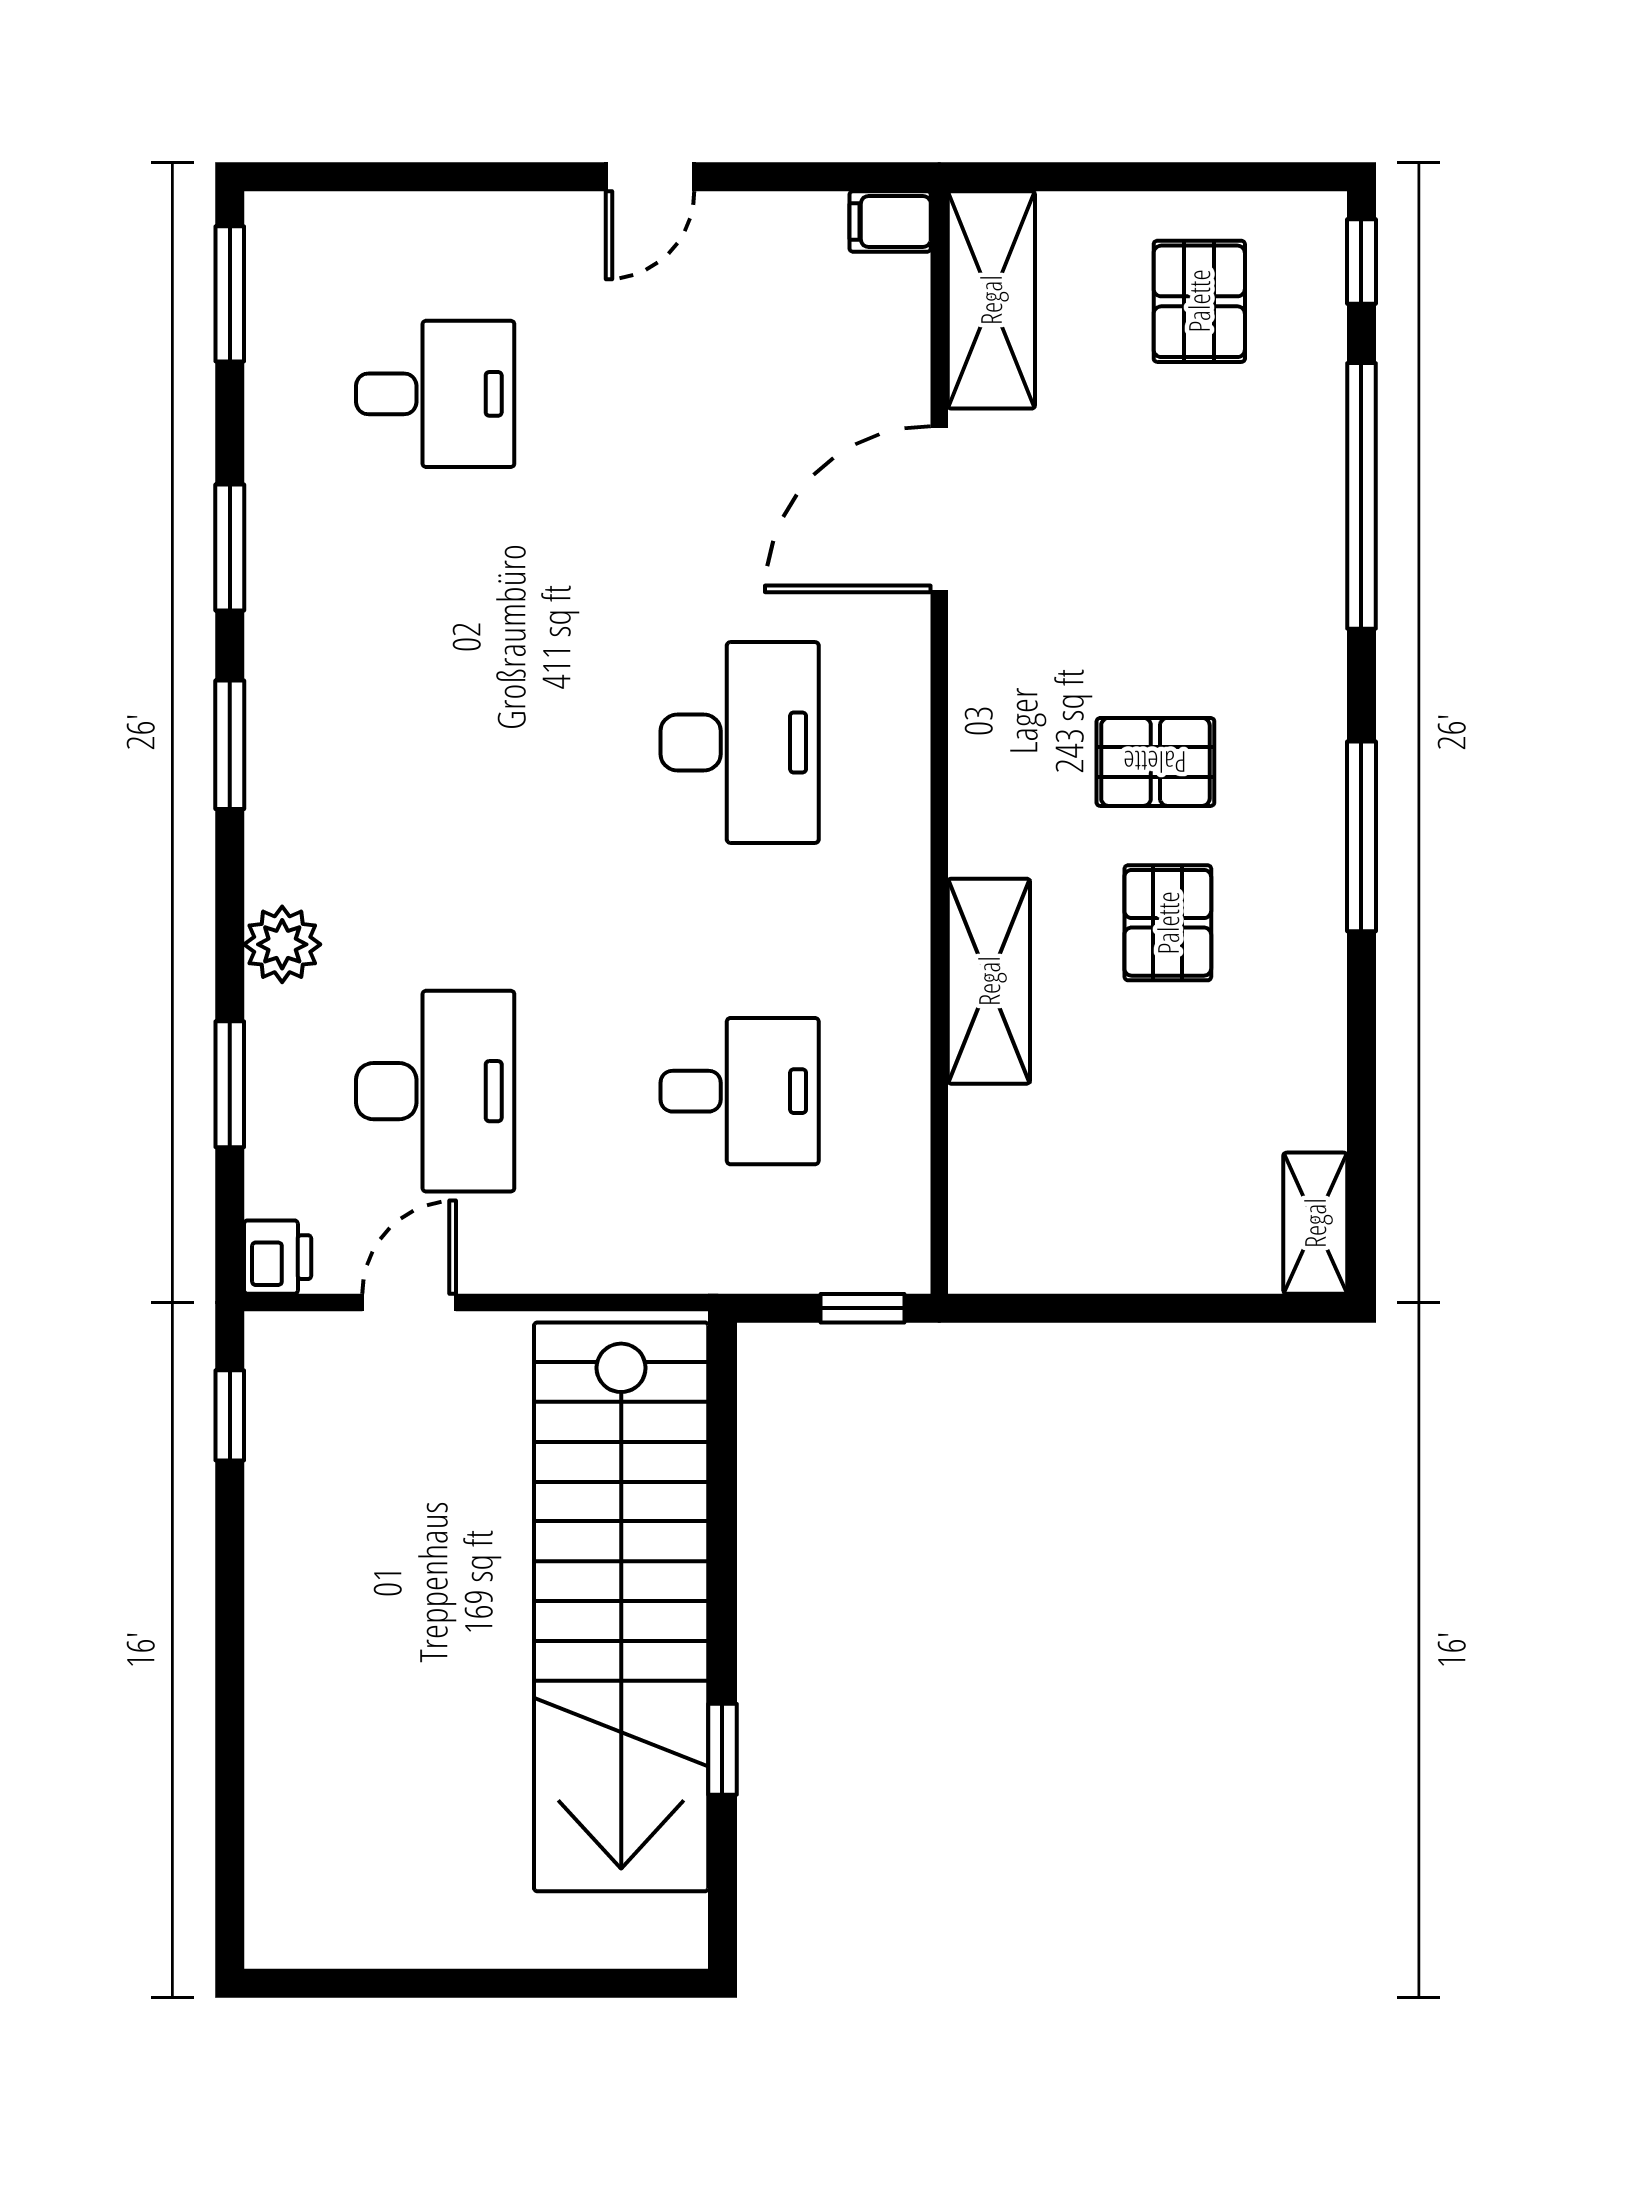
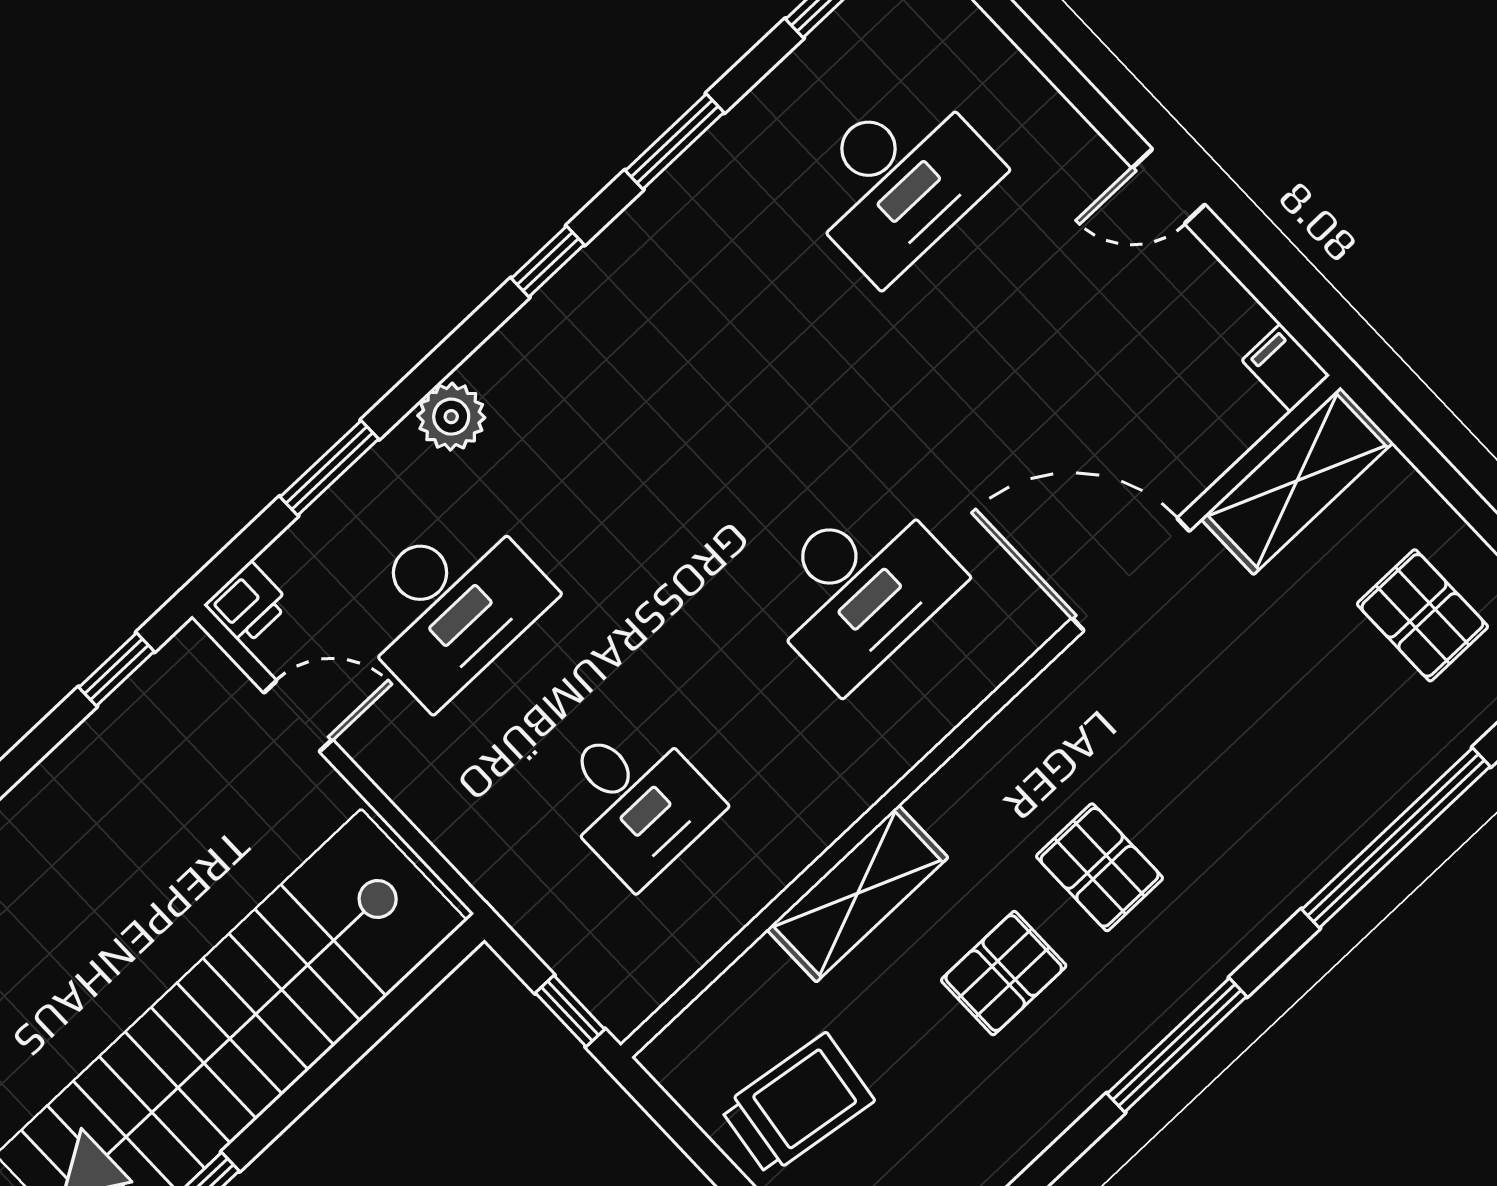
pallet: (1199, 301) -> (1422, 615), turned 90
desk: (435, 394) -> (898, 180), width x1.37
window: (230, 745) -> (548, 262), width x0.67
trolley: (1115, 1194) -> (797, 1104), added

